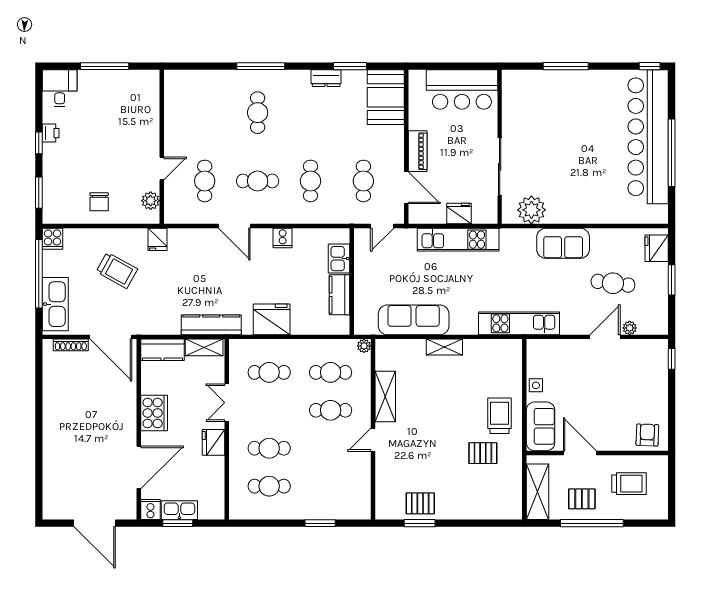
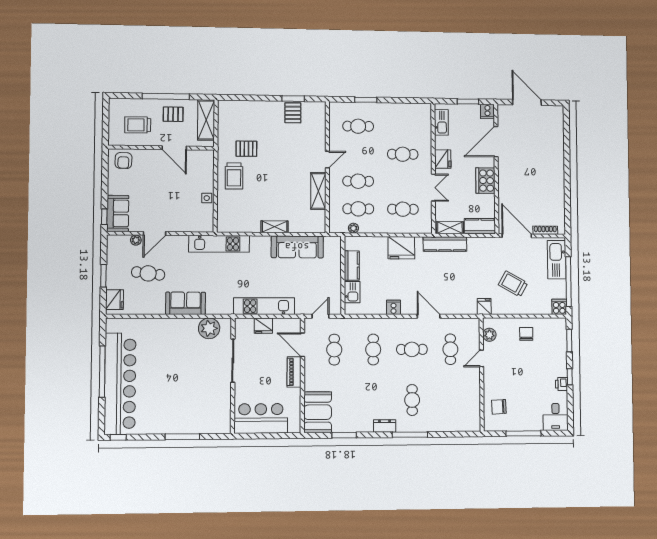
dresser: (326, 78) -> (385, 426), moved
chair: (138, 103) -> (499, 407), added
plant: (364, 346) -> (353, 228), moved
sofa: (541, 426) -> (118, 213), moved, turned 180
cafe table: (269, 486) -> (358, 126), moved
pallet: (420, 503) -> (293, 113), turned 90
kitchen sink: (179, 510) -> (441, 122), moved, turned -90

